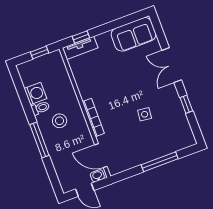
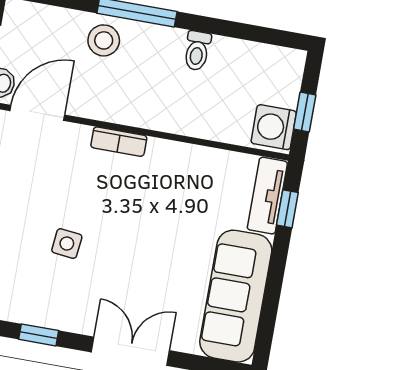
sofa: (134, 34) -> (236, 296), width x1.36
washing machine: (35, 93) -> (274, 127), moved, turned 90
bookcase: (93, 117) -> (119, 142), width x0.64
stool: (60, 121) -> (104, 40), moved

